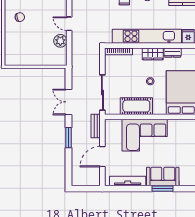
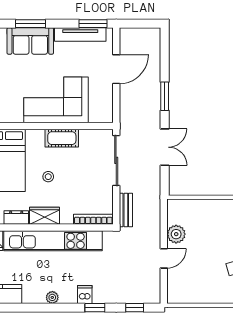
door: (69, 24) -> (164, 258), hinge flipped
cot: (136, 106) -> (62, 138), width x0.73, depth x0.75
bench: (96, 126) -> (126, 210), moved
window: (119, 189) -> (93, 24), added

